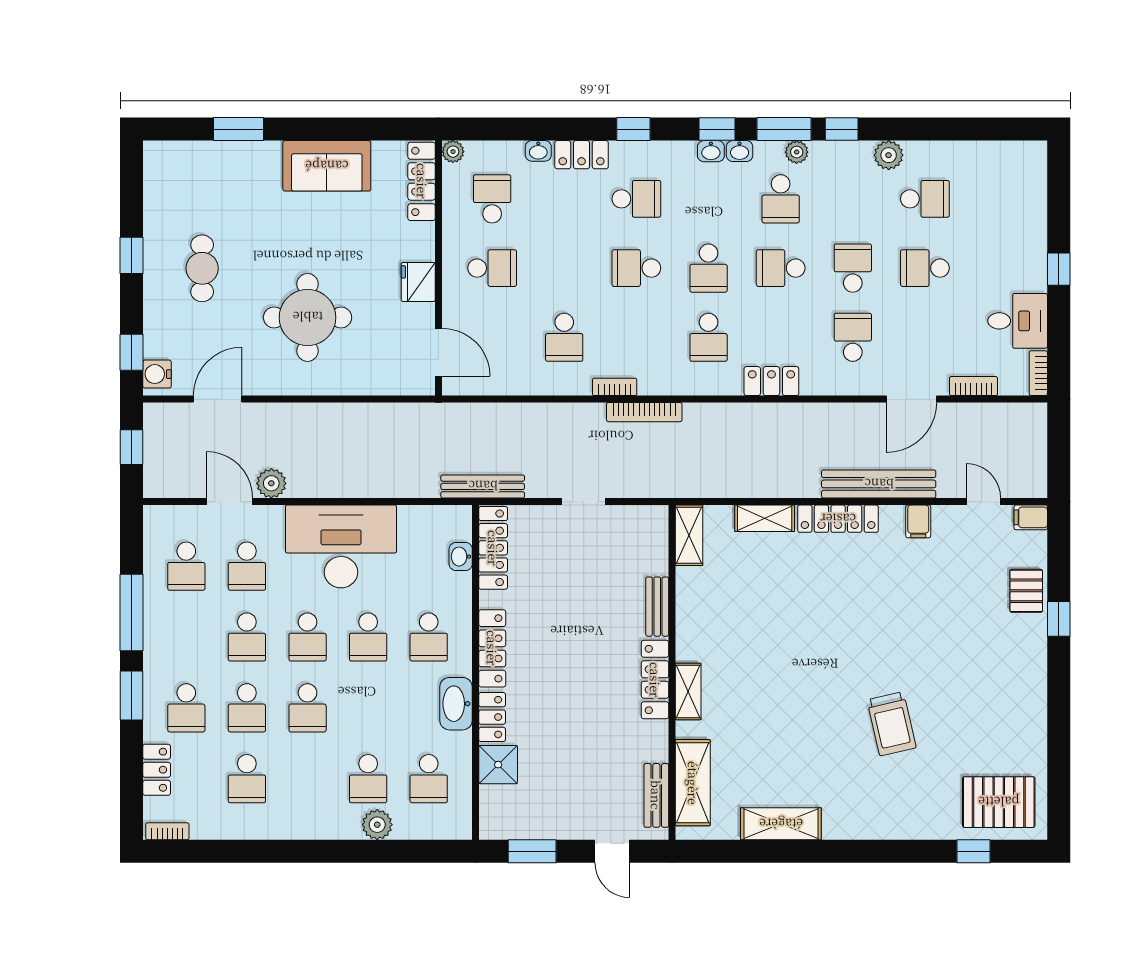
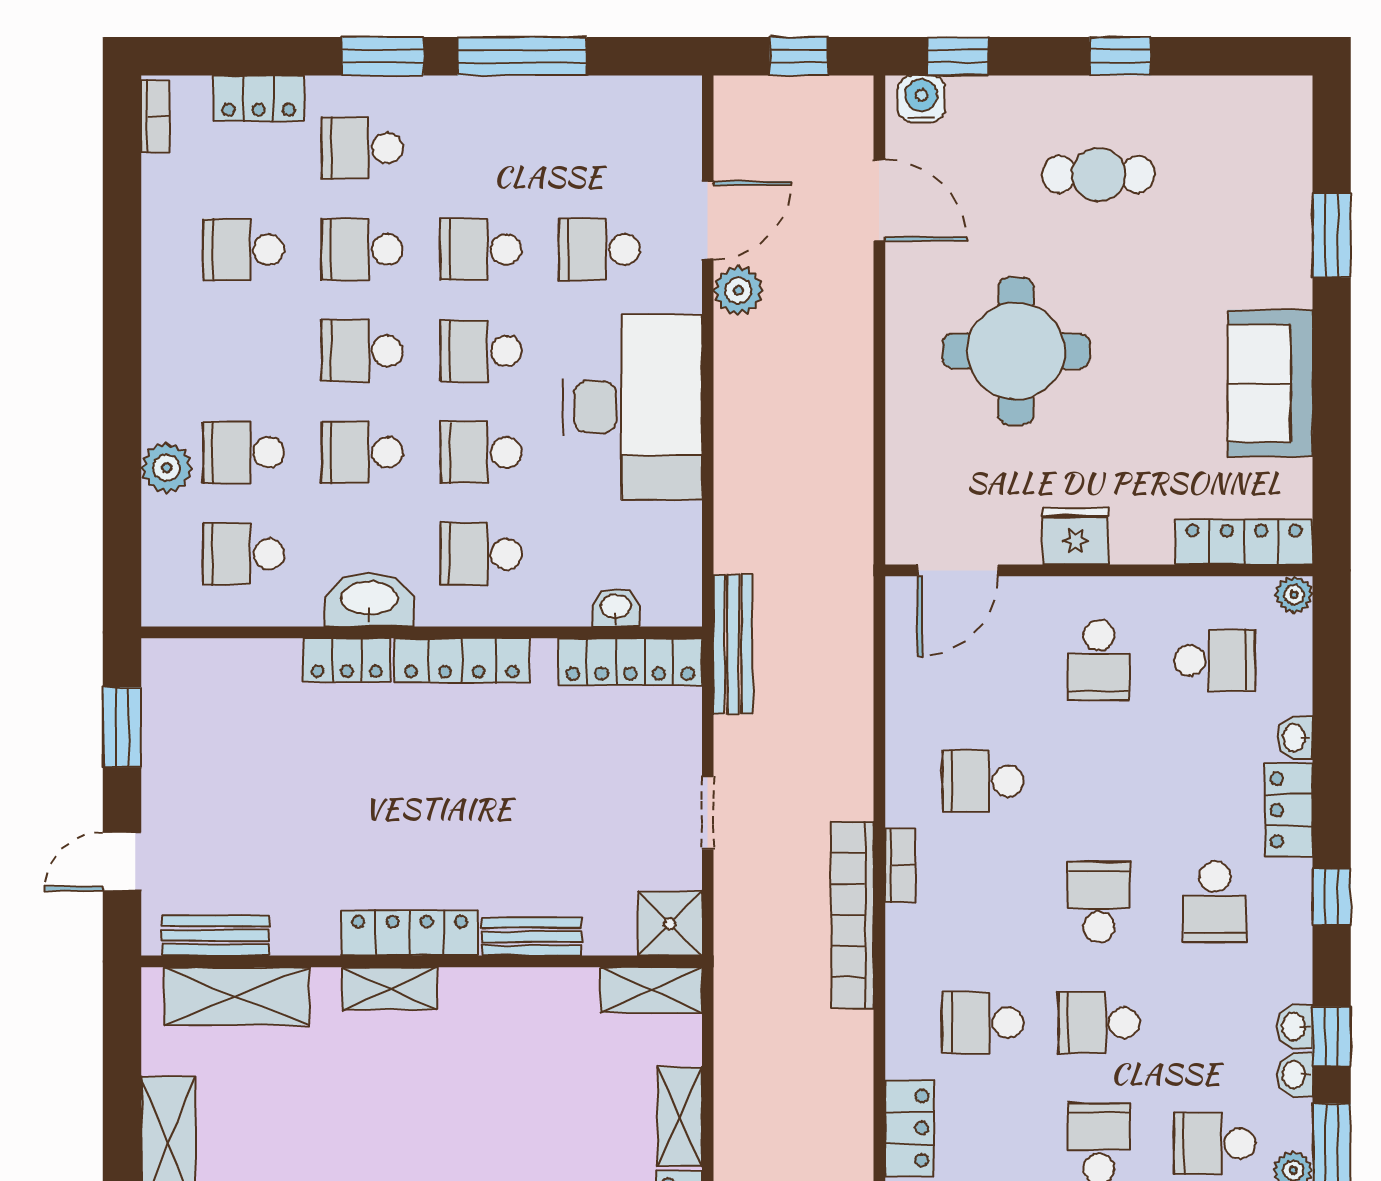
bookcase: (644, 412) -> (853, 915), width x1.48, depth x1.31
school desk: (186, 566) -> (362, 452), moved
shower: (498, 765) -> (670, 924), moved

